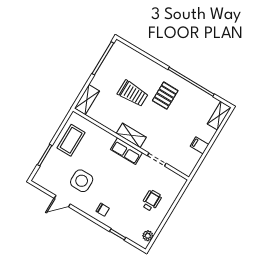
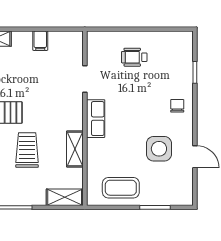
shelving: (131, 135) -> (75, 149), moved
plant: (148, 236) -> (176, 38), removed

